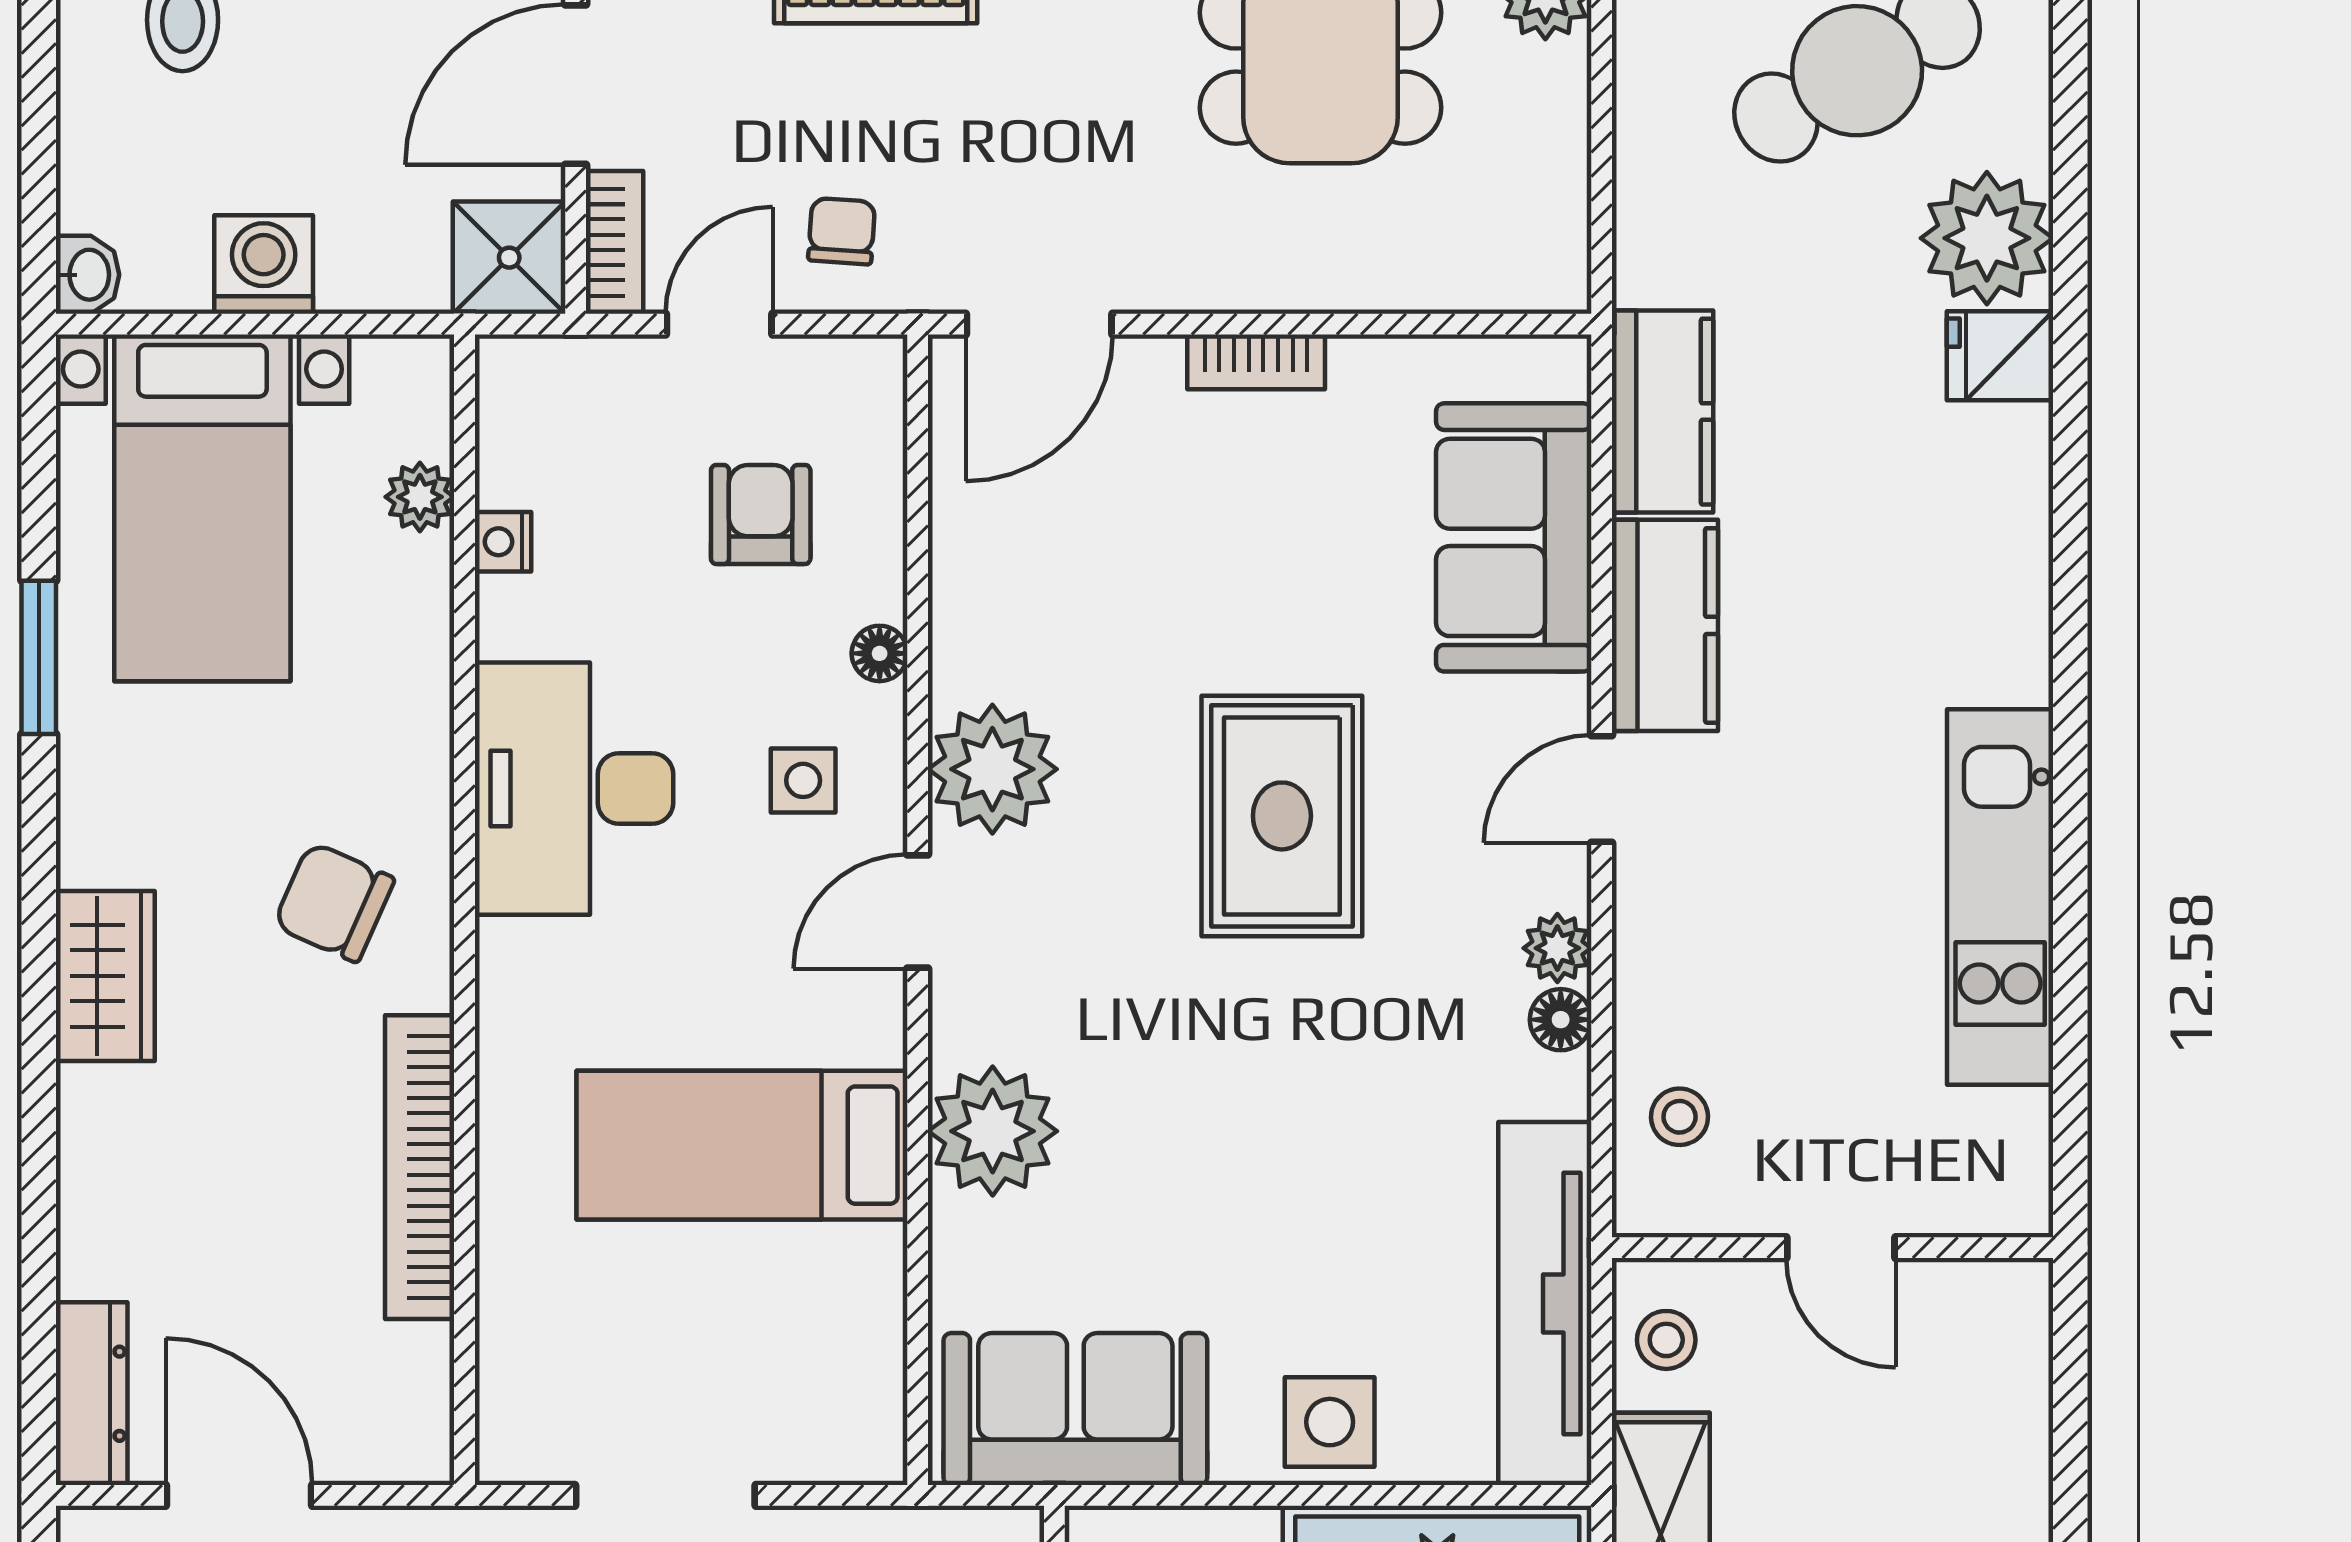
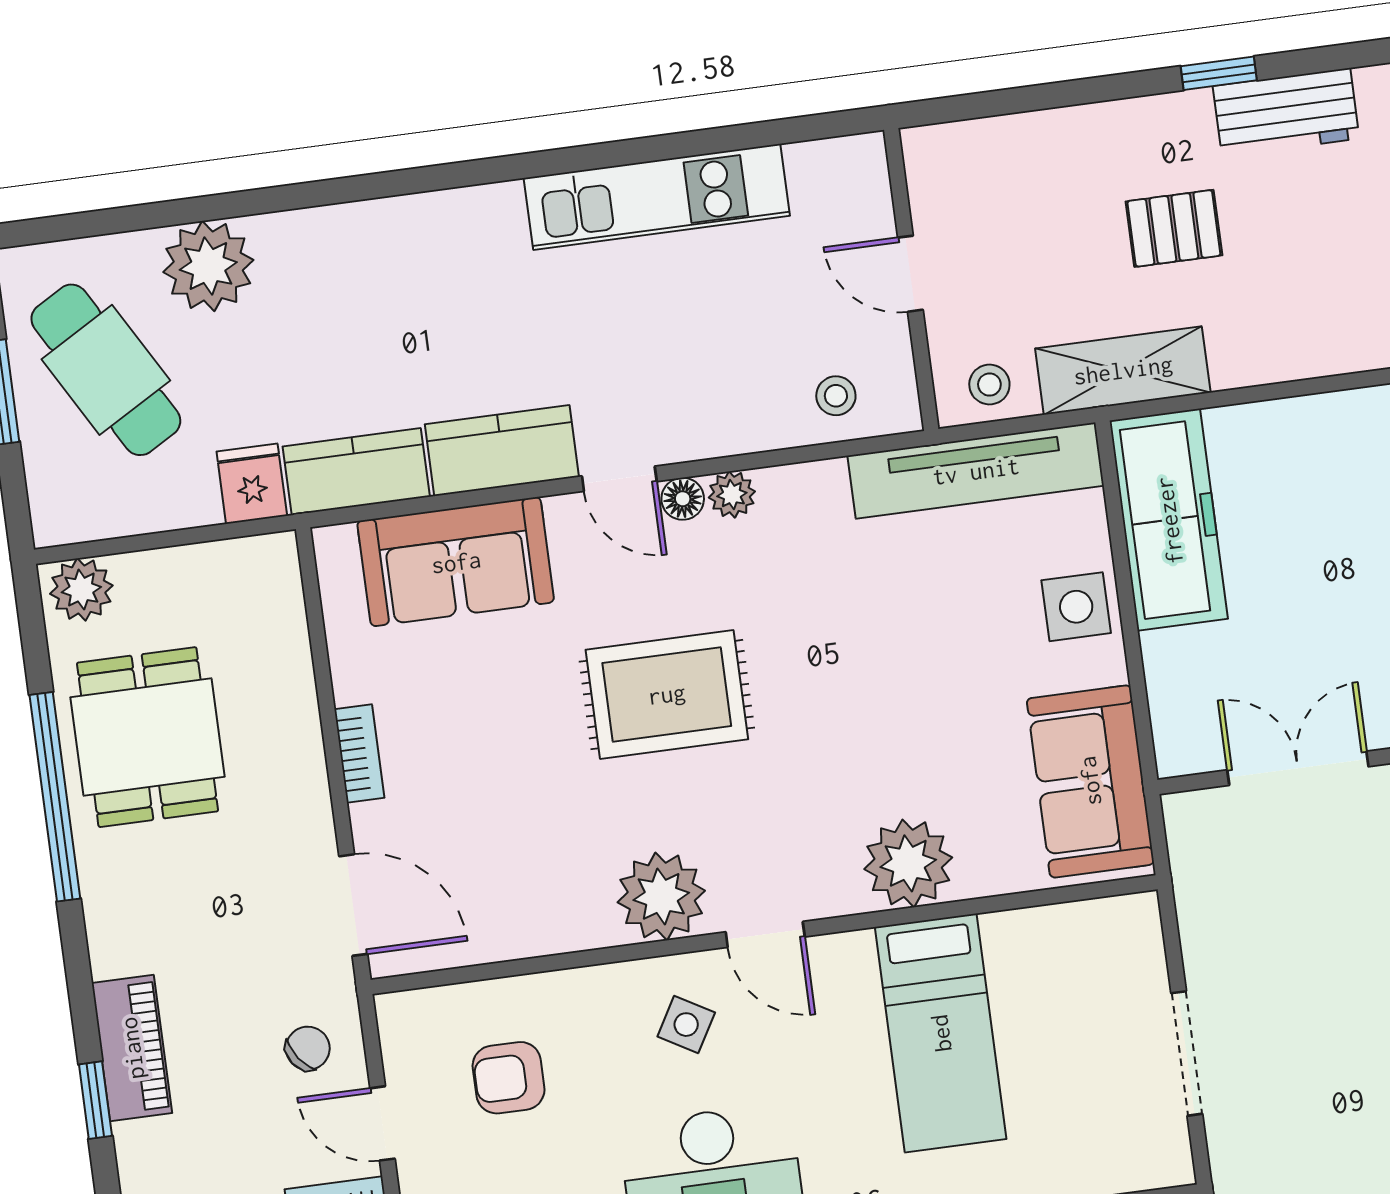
chair: (842, 231) -> (308, 1048), turned 140
fridge: (2000, 356) -> (252, 484), moved, turned 180
floor lamp: (880, 653) -> (593, 984), removed
side table: (803, 780) -> (686, 1025), turned 30
floor lamp: (1561, 1020) -> (683, 499), moved
door: (1841, 1248) -> (910, 274), swing flipped

